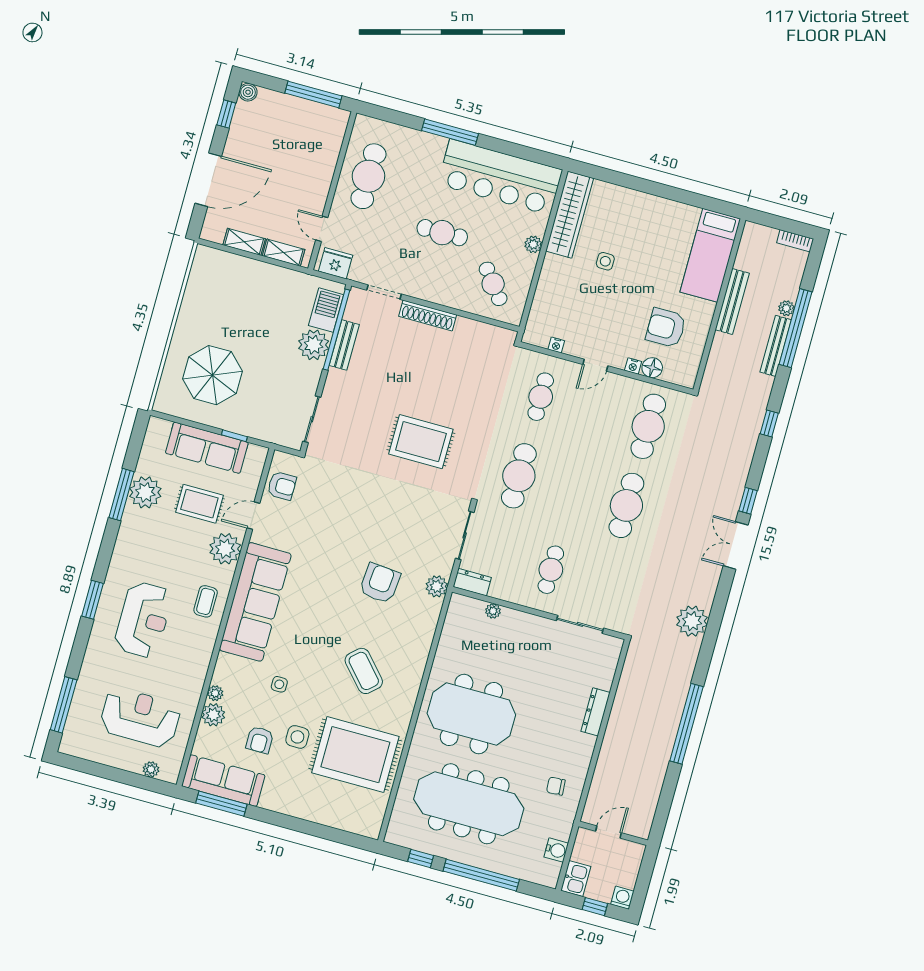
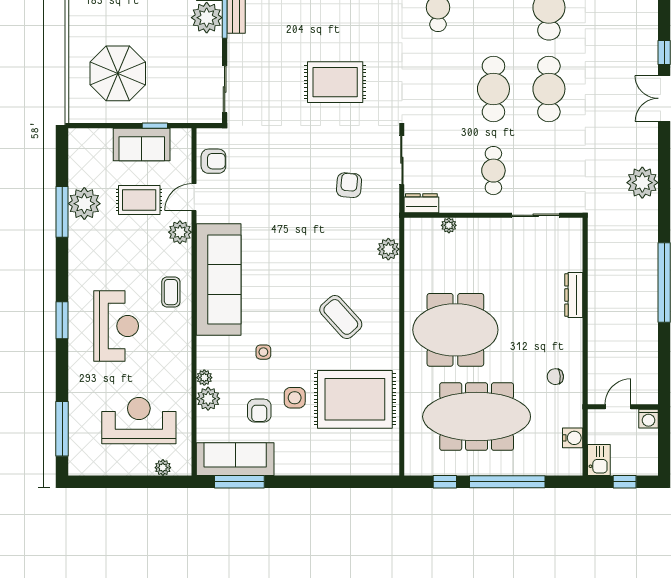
sofa: (207, 448) -> (142, 144), width x0.73
cafe table: (519, 476) -> (493, 89), moved
plant: (225, 549) -> (180, 232), width x0.73, depth x0.73
armchair: (380, 583) -> (349, 185), moved, width x0.72, depth x0.72
plant: (437, 586) -> (388, 249), moved
washing machine: (622, 898) -> (649, 419), moved, turned 180

